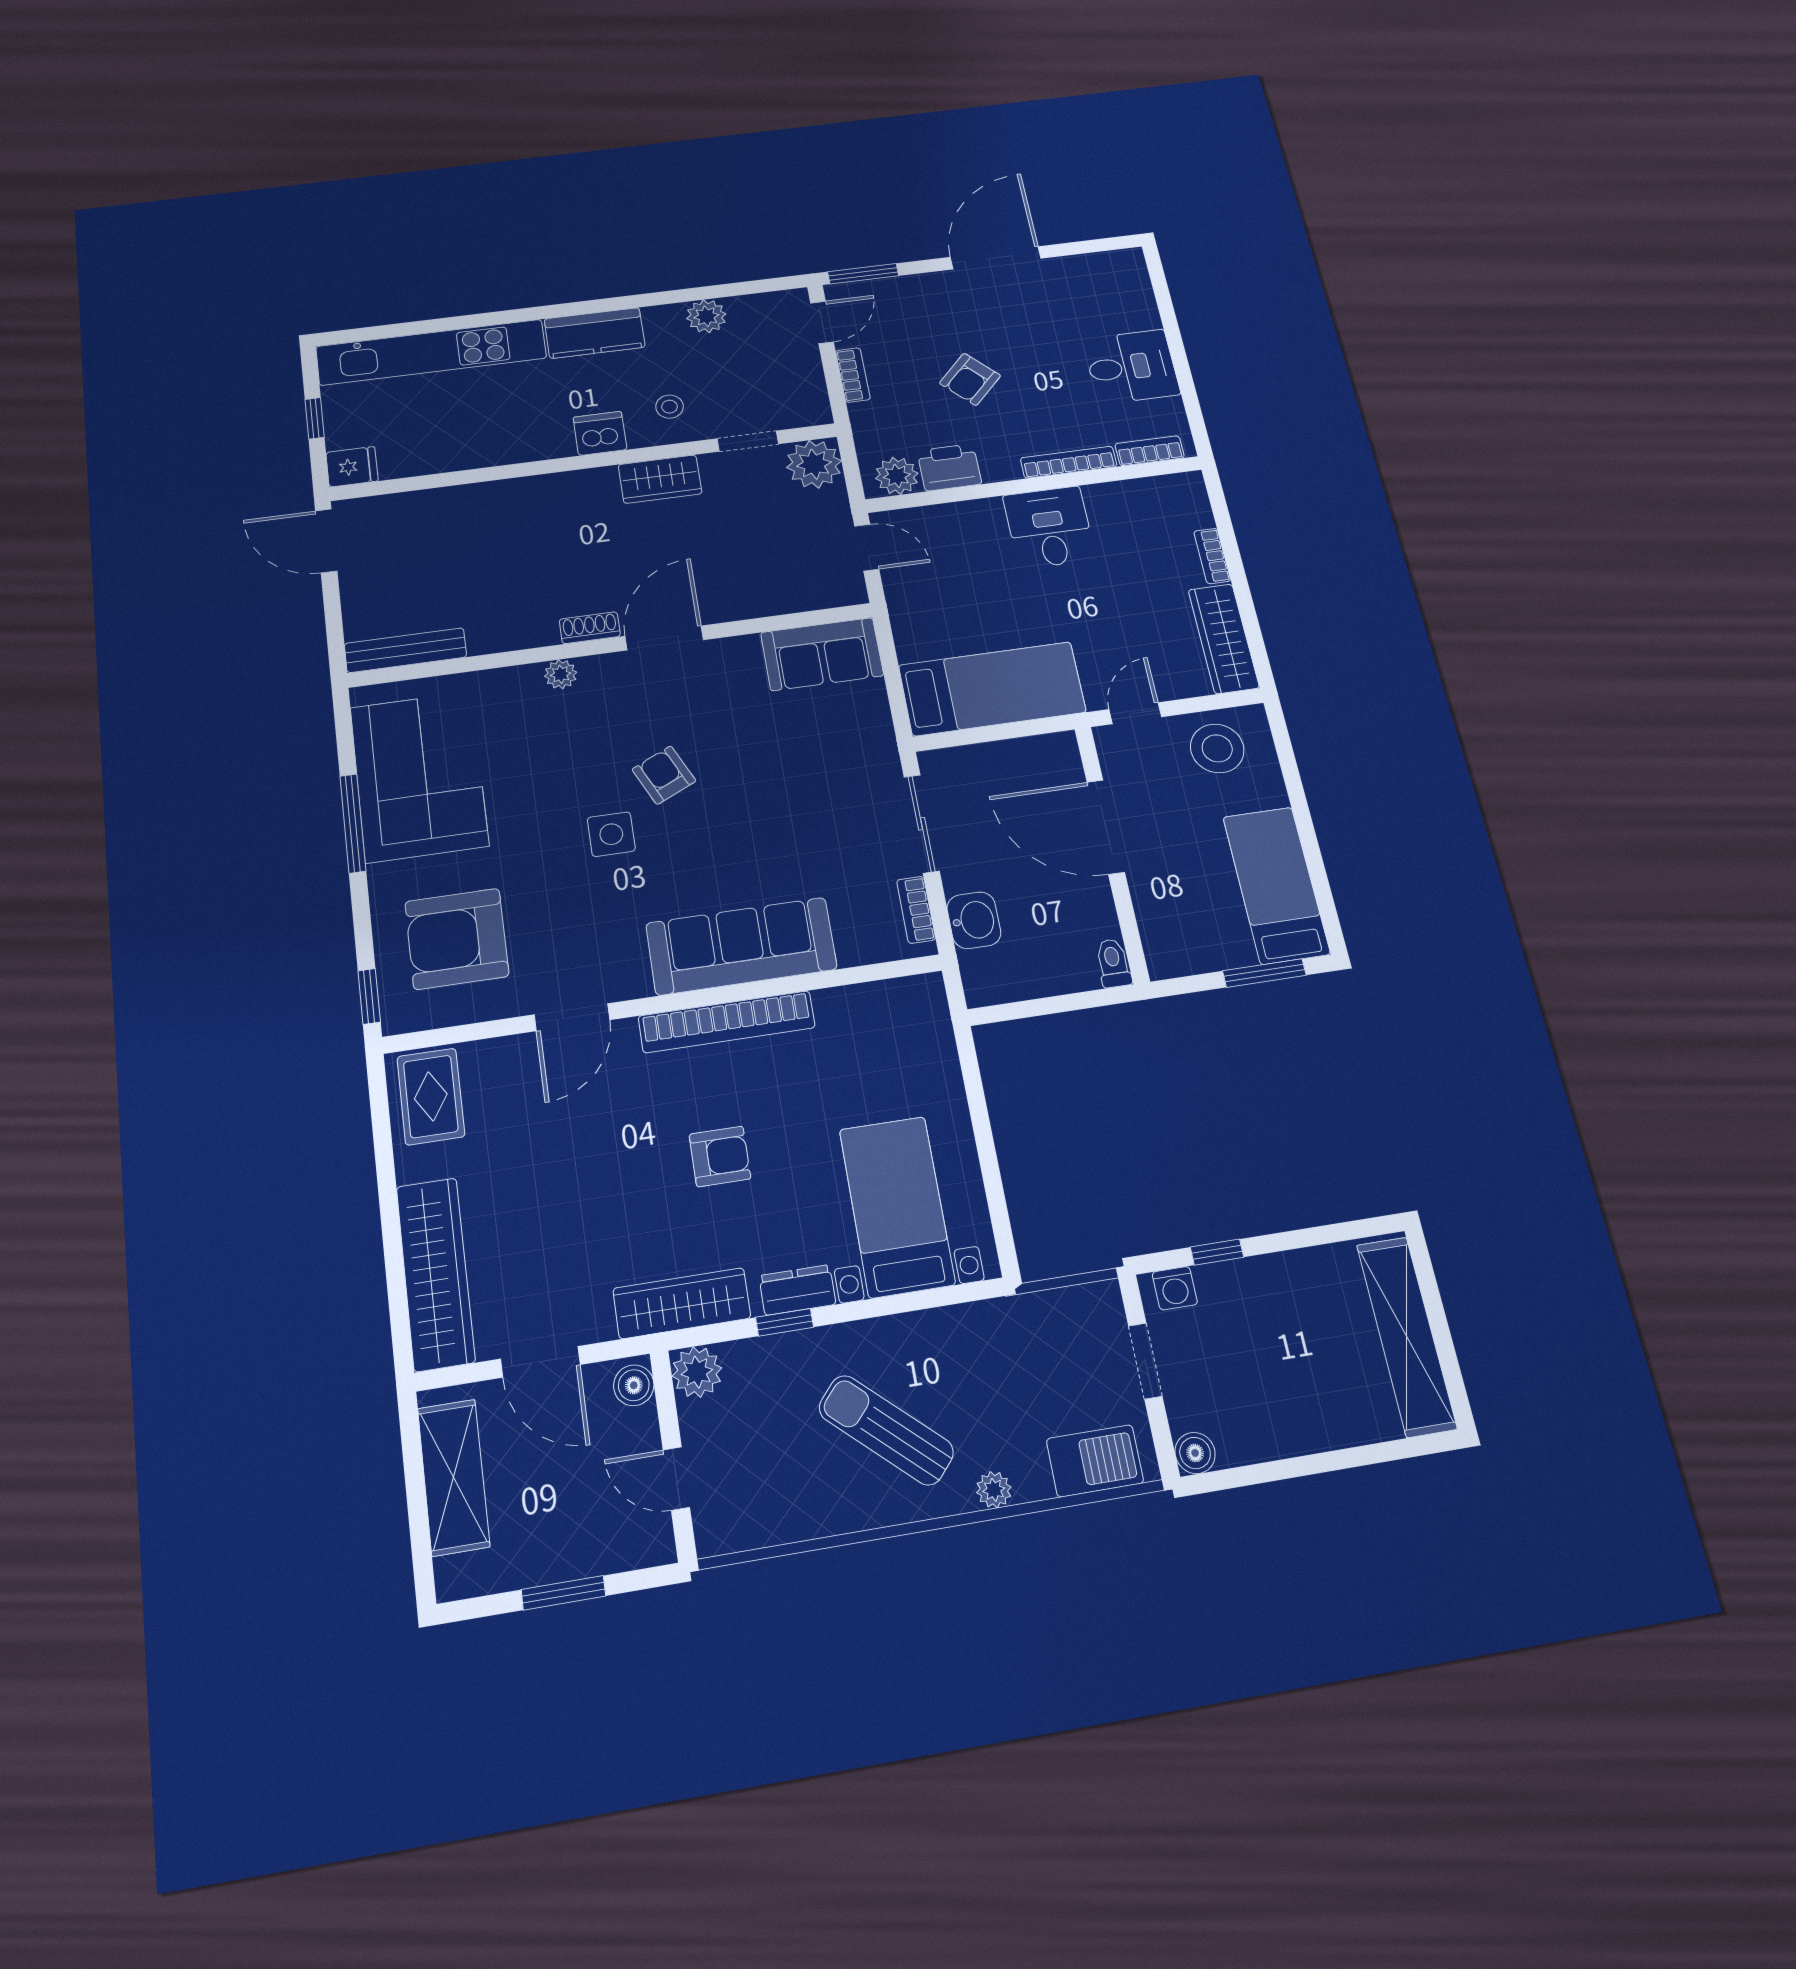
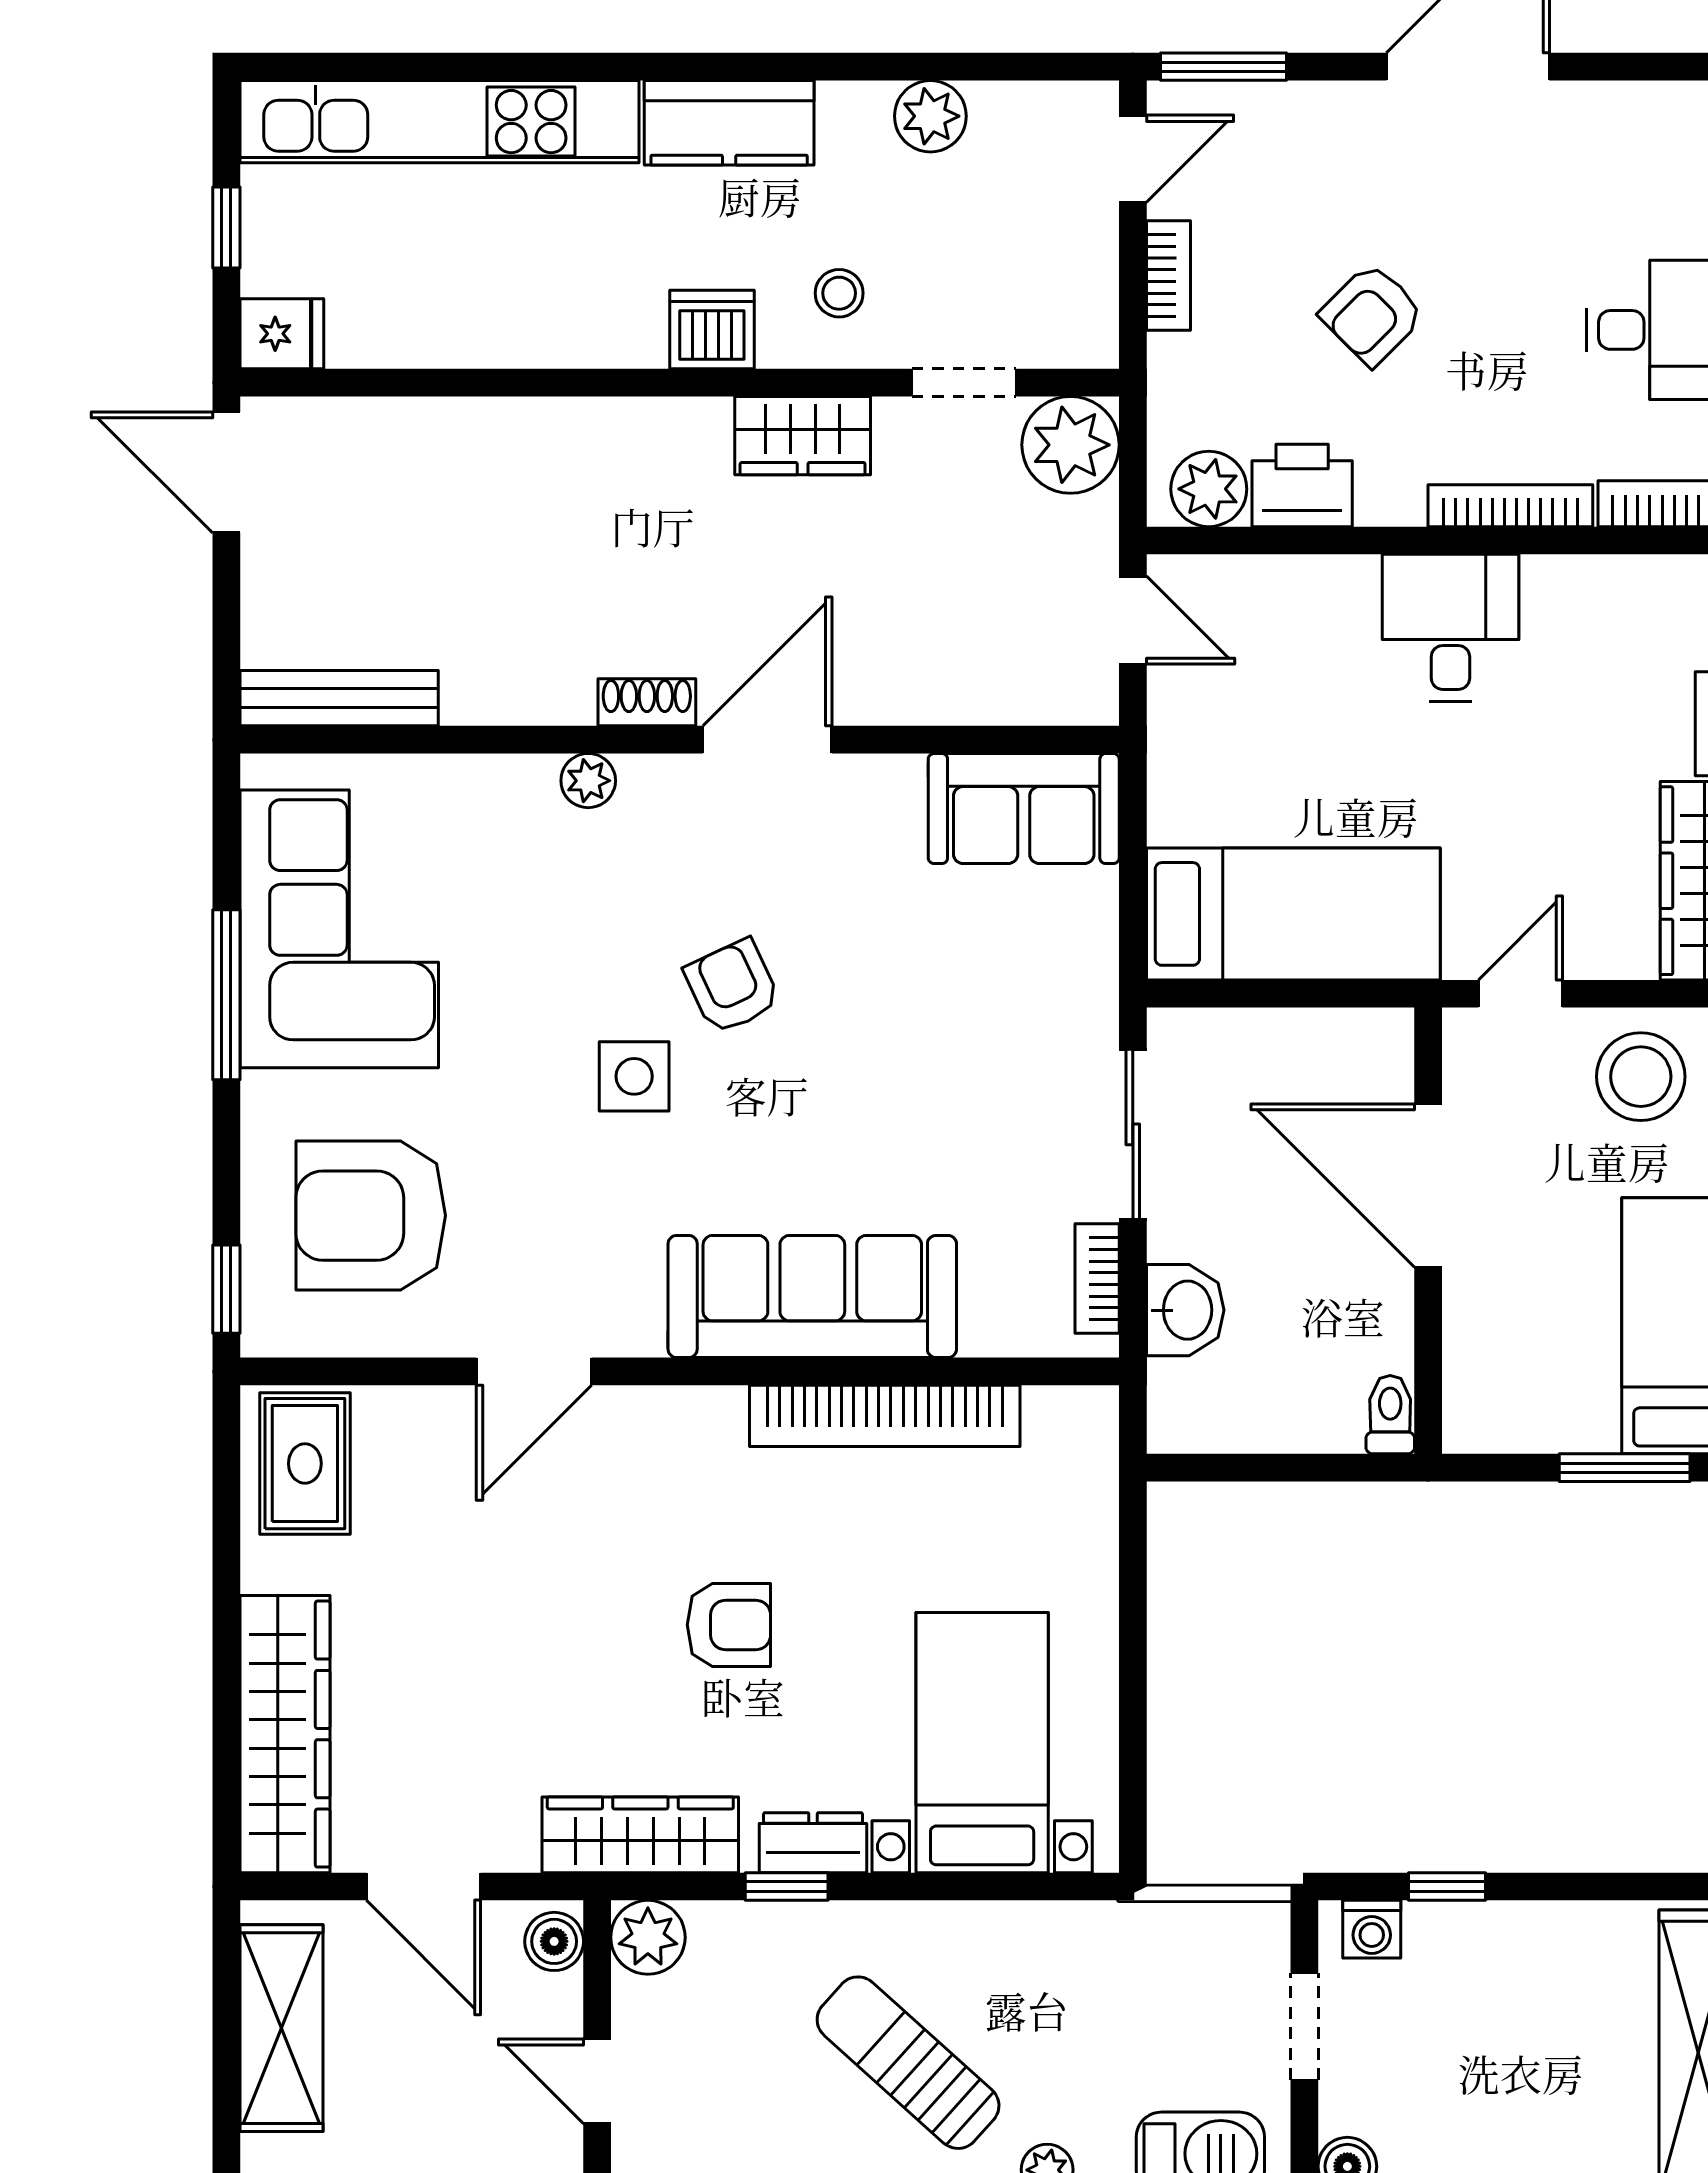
bookcase: (727, 1022) -> (885, 1416), moved

